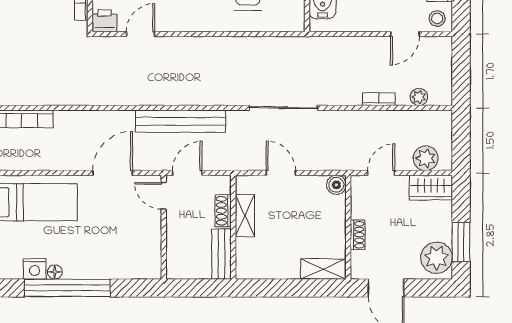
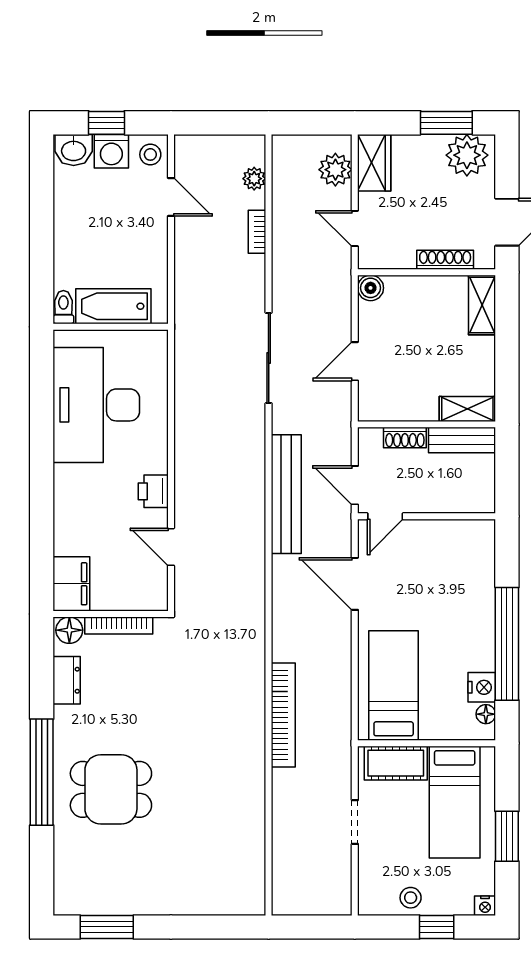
printer: (105, 21) -> (153, 491), moved
shelving: (245, 215) -> (467, 409), moved
shoe rack: (358, 235) -> (445, 260), width x1.43
floor lamp: (55, 272) -> (486, 714), moved

